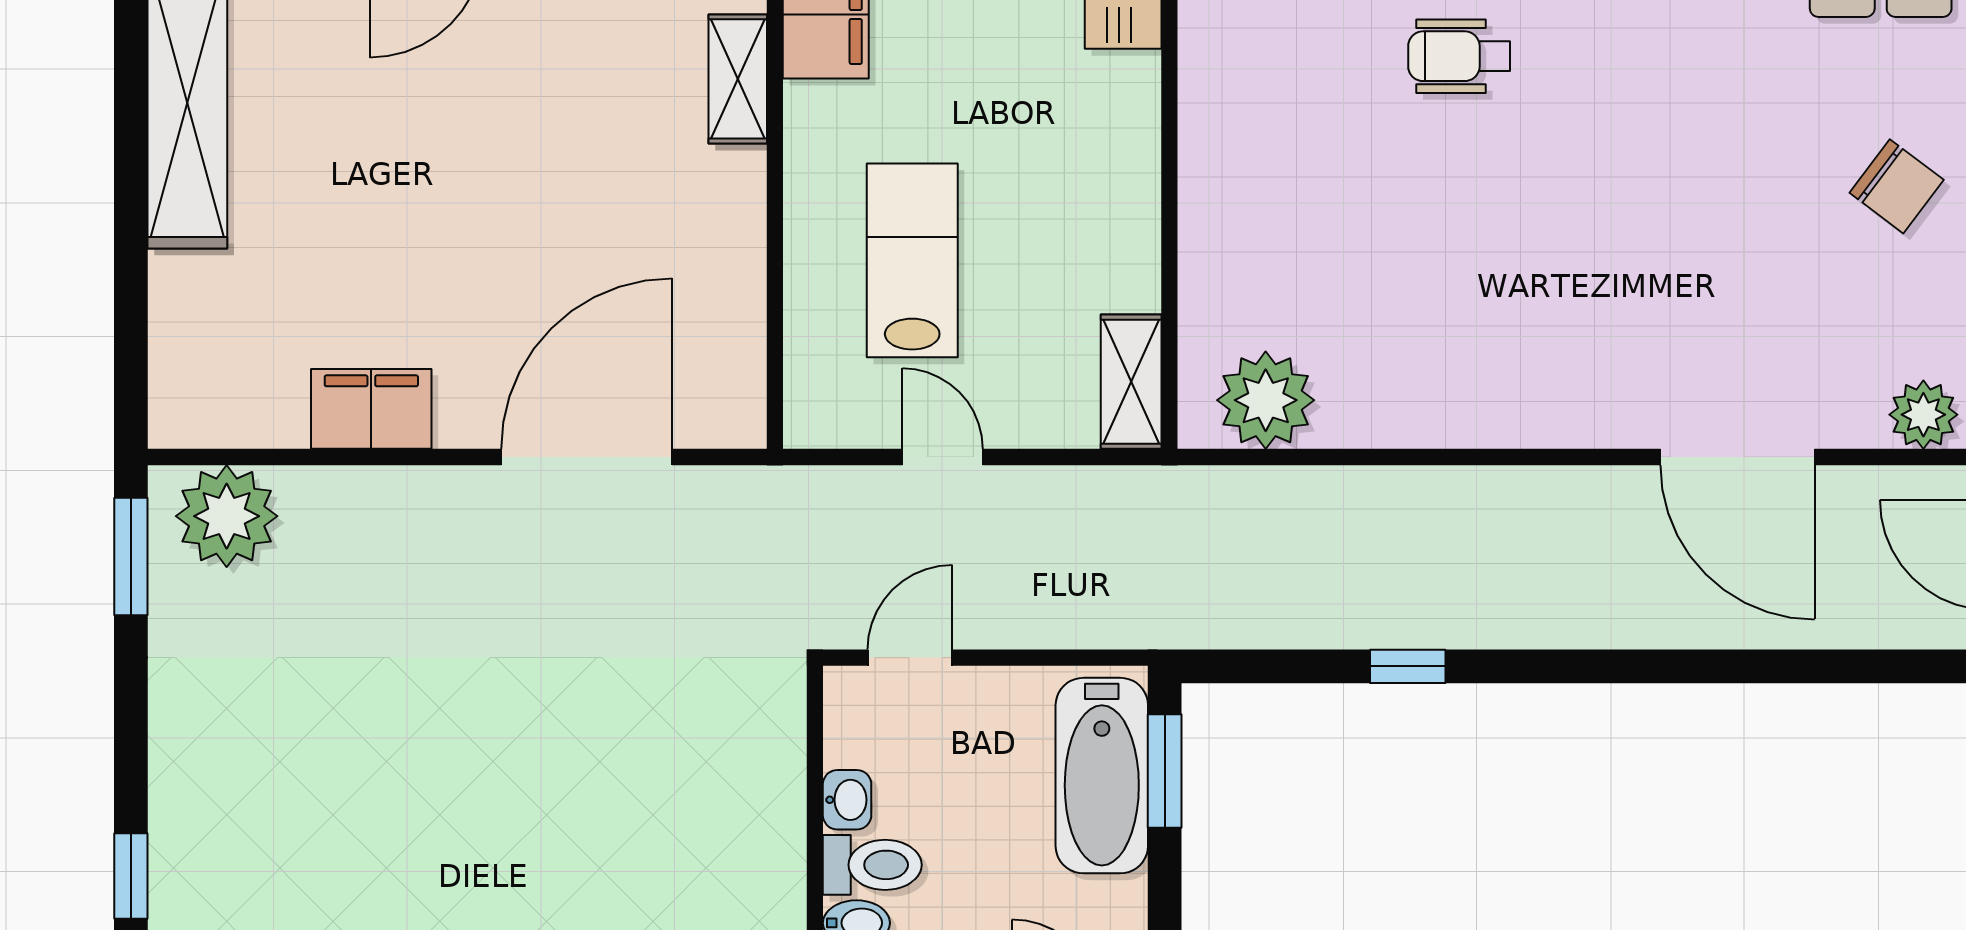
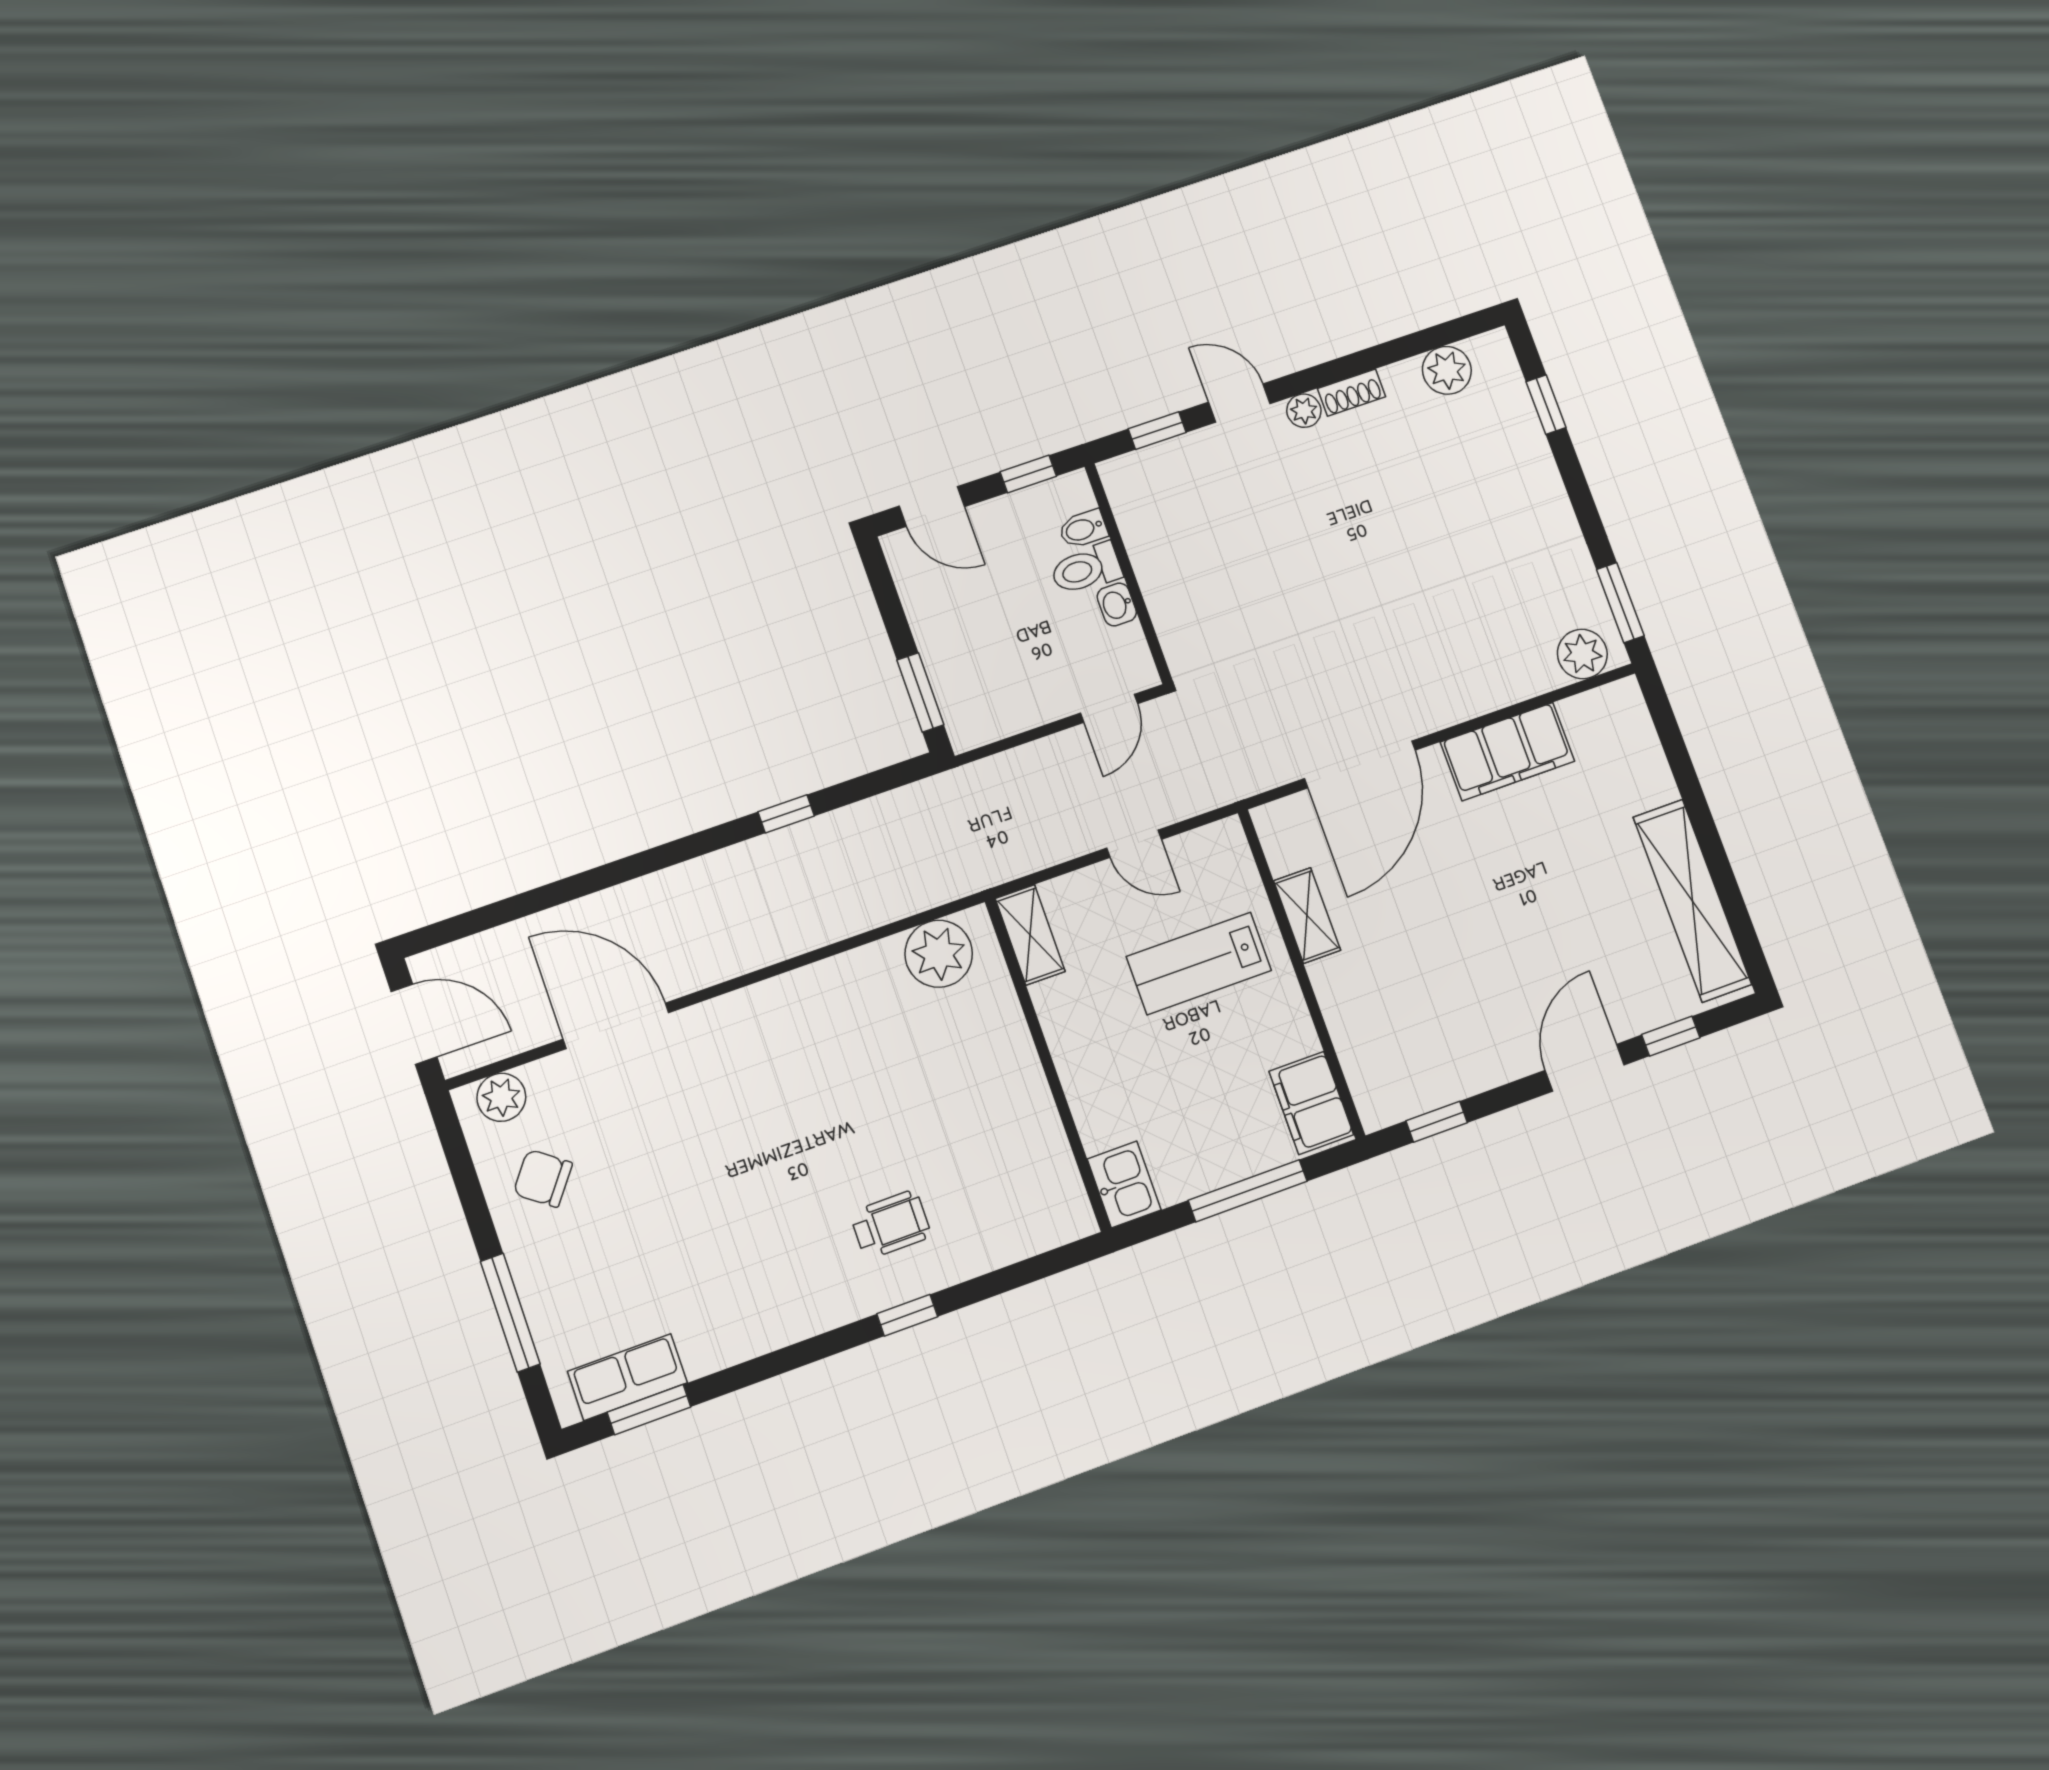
shelving: (738, 79) -> (1307, 916), moved
chair: (1897, 186) -> (543, 1178), moved
lab bench: (912, 260) -> (1199, 963), turned 90
filing cabinet: (371, 409) -> (1507, 752), width x1.50, depth x1.17
plant: (227, 516) -> (1582, 654), width x0.73, depth x0.73
bathtub: (1102, 776) -> (960, 676), removed

